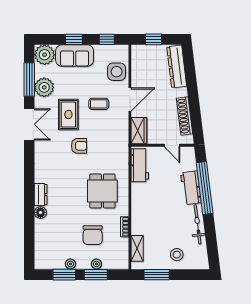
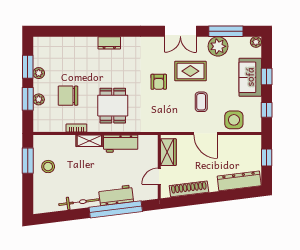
plant: (45, 55) -> (256, 42), width x0.53, depth x0.53
wardrobe: (139, 131) -> (168, 152), moved, turned -90
workbench: (140, 165) -> (121, 144), moved
dining table: (102, 191) -> (113, 106), turned 90
floor lamp: (40, 213) -> (91, 43), removed
shelving: (137, 248) -> (89, 141), moved
stool: (177, 255) -> (48, 167), moved

